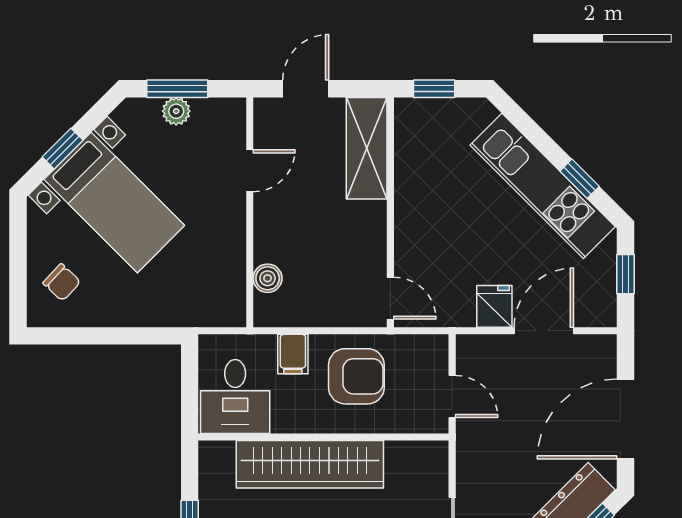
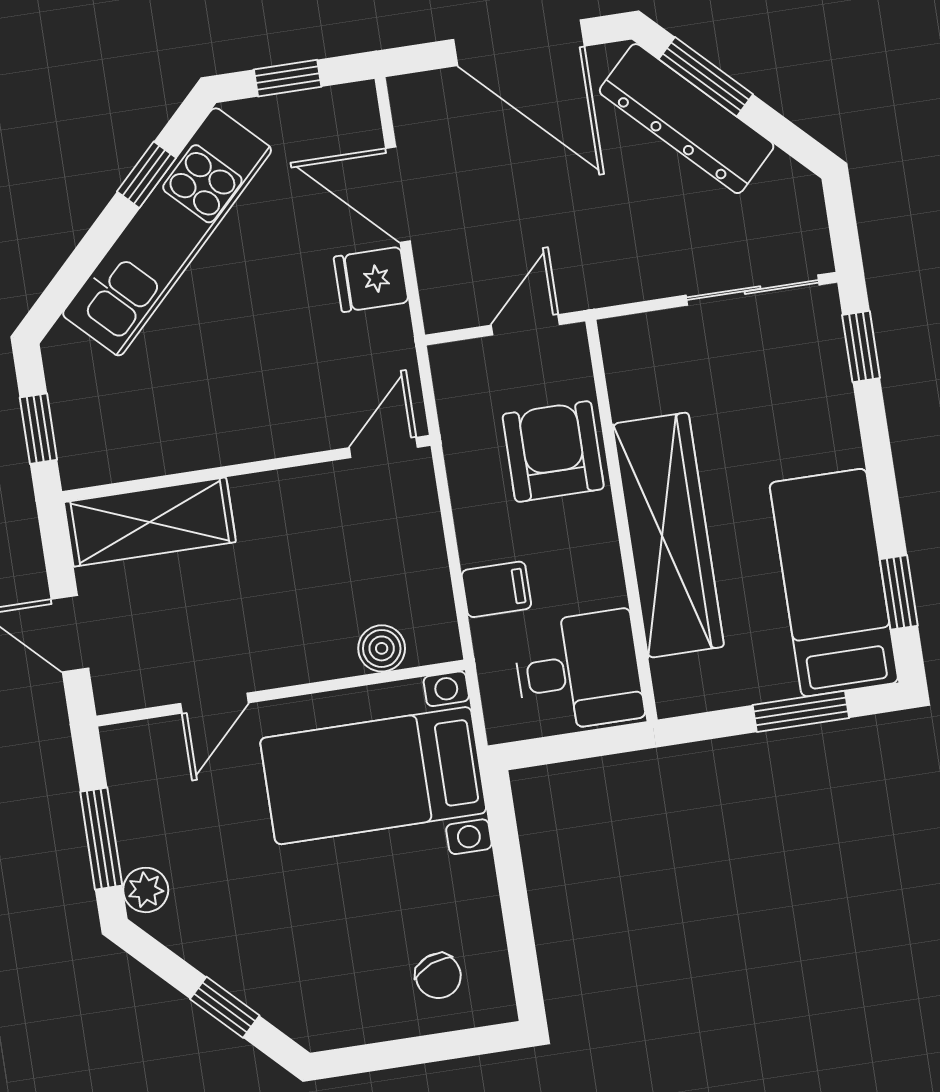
plant: (176, 111) -> (146, 890), moved
door: (250, 171) -> (214, 703), swing flipped
bed with nightstands: (114, 202) -> (373, 776), moved, turned -135
chair: (62, 282) -> (438, 976), turned 115
armchair: (356, 376) -> (553, 452), moved

